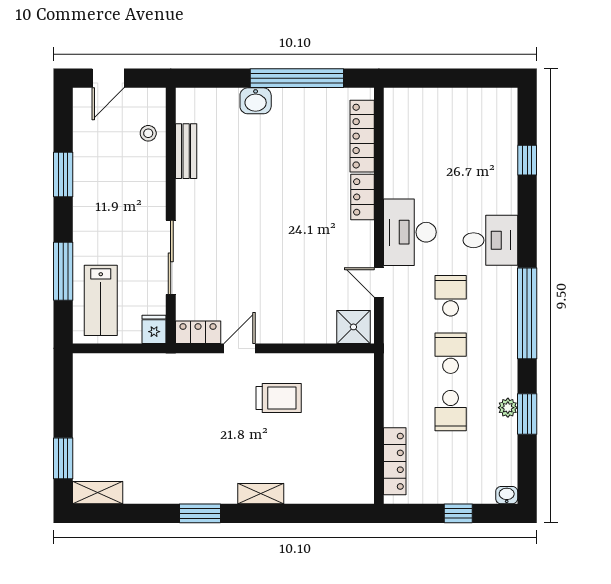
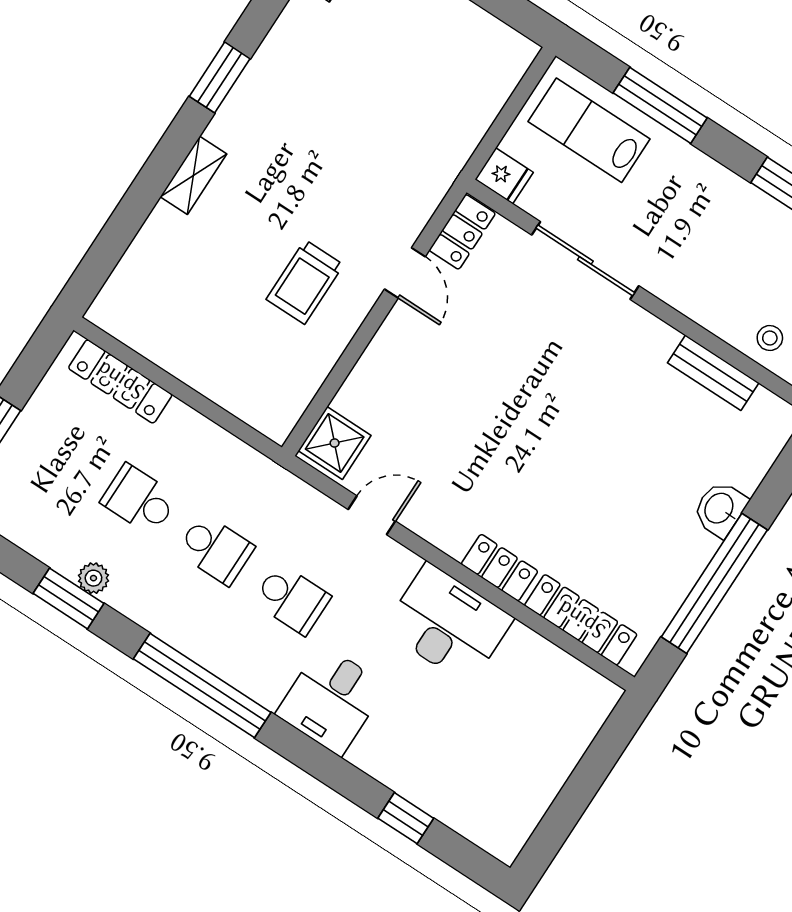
desk: (410, 232) -> (448, 624), moved

